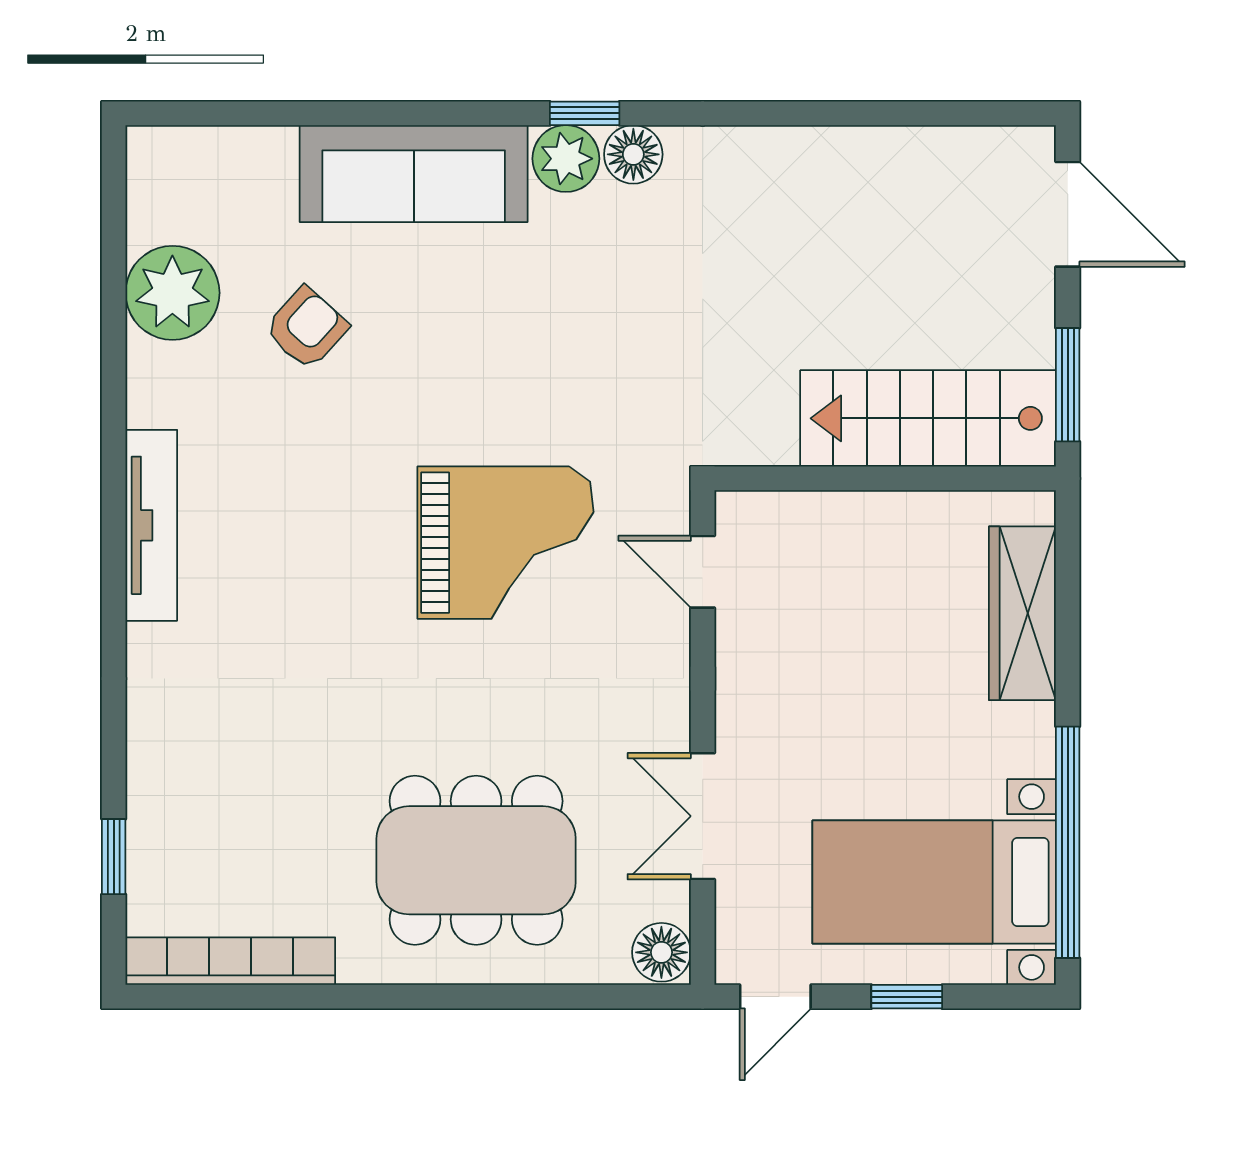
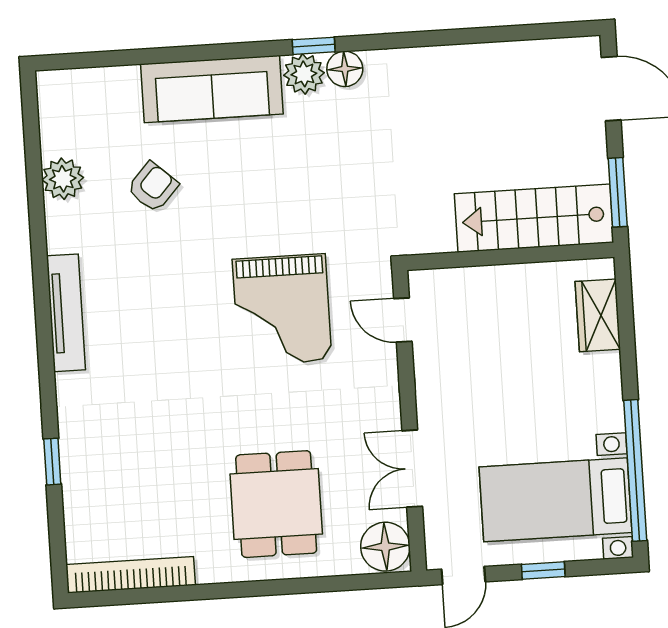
plant: (172, 293) -> (63, 179), width x0.73, depth x0.73
grand piano: (506, 543) -> (282, 310), turned 90
wardrobe: (1022, 613) -> (598, 315), width x0.67
window: (114, 857) -> (52, 462), moved
dining table: (476, 860) -> (276, 504), width x0.73
floor lamp: (661, 952) -> (385, 547), width x1.38, depth x1.38

